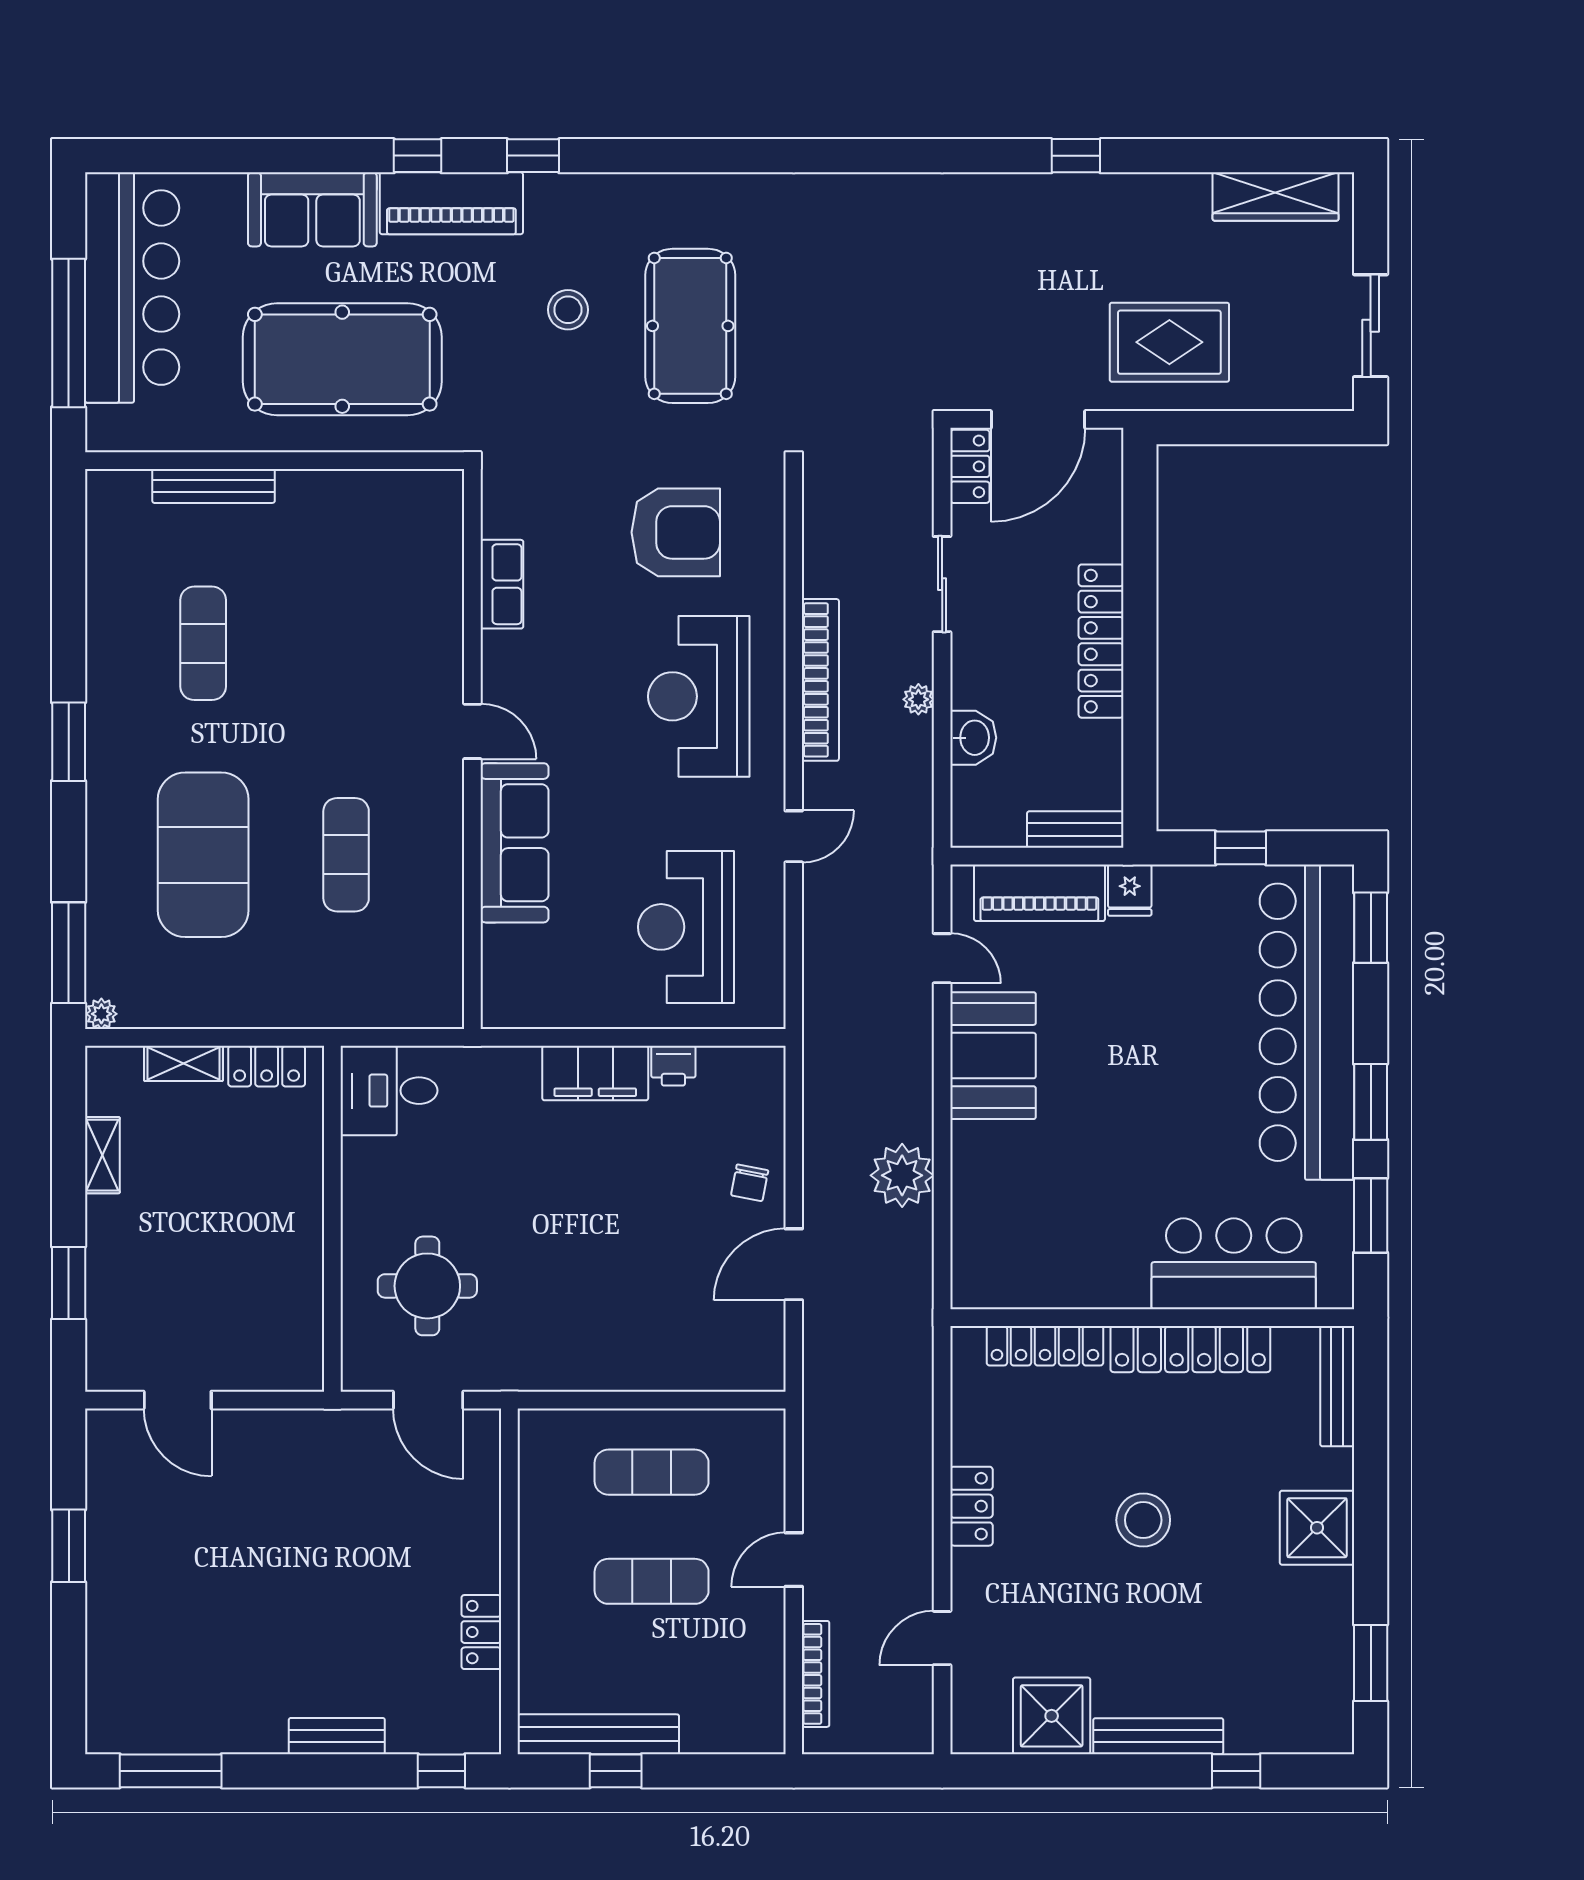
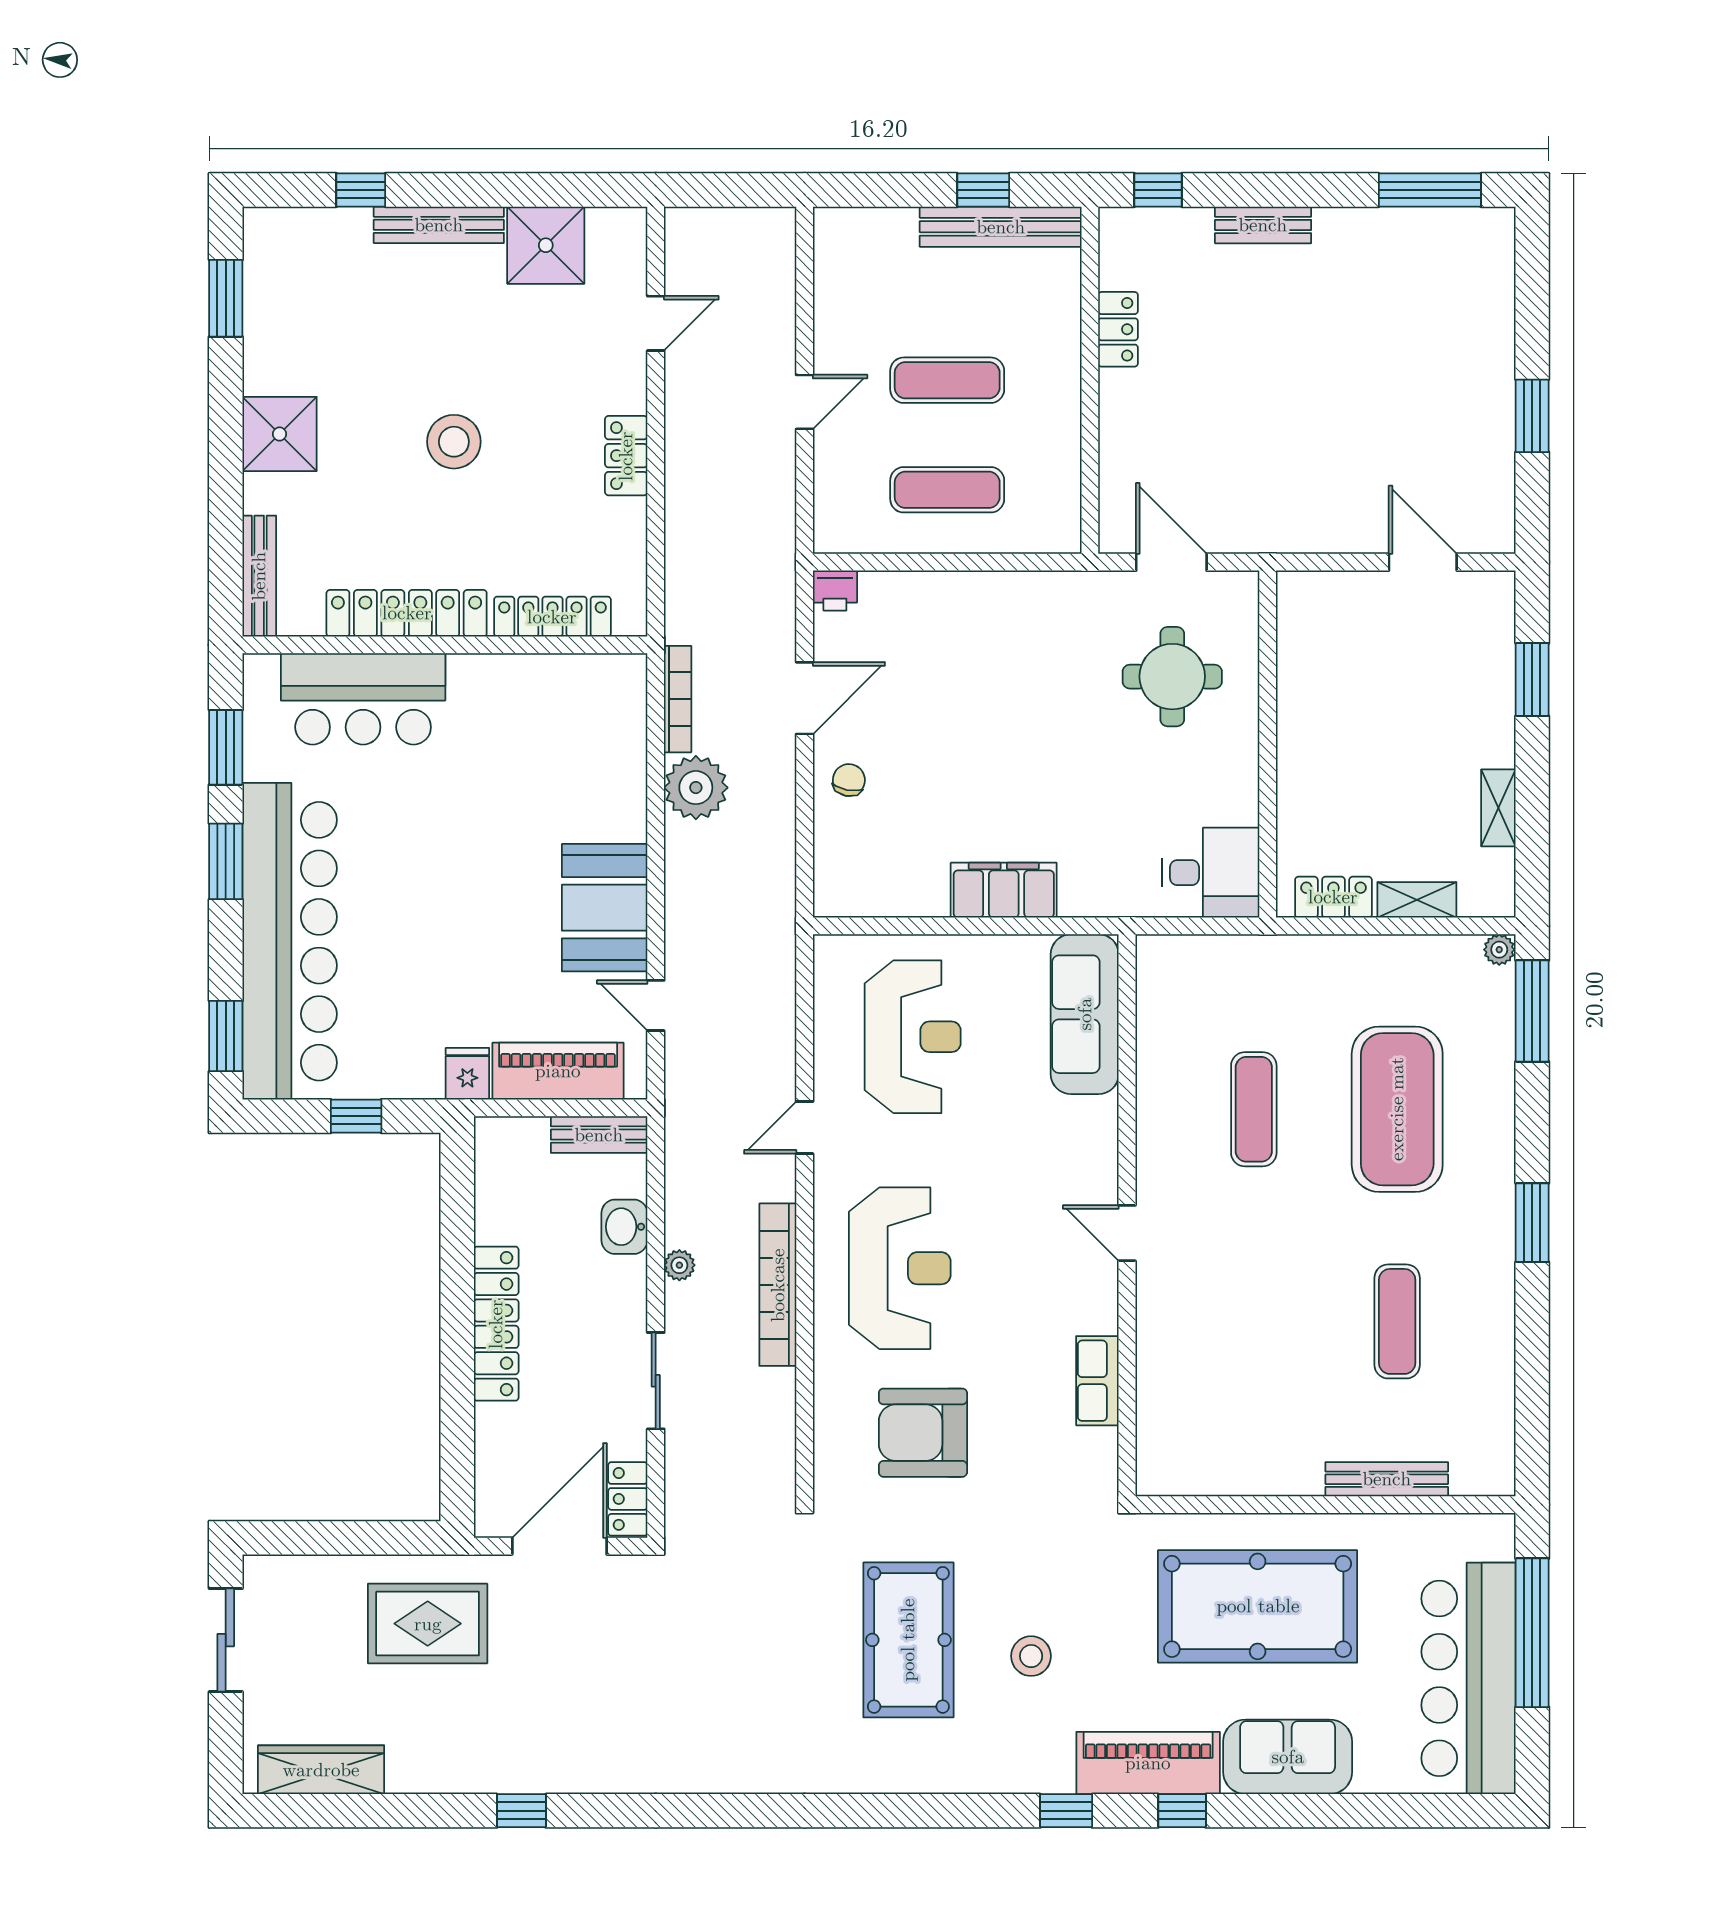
bench: (1075, 830) -> (599, 1135), moved
sofa: (515, 843) -> (1085, 1014), moved
printer: (673, 1066) -> (835, 590), moved, turned 180
bookcase: (816, 1674) -> (678, 699), moved, turned 180

